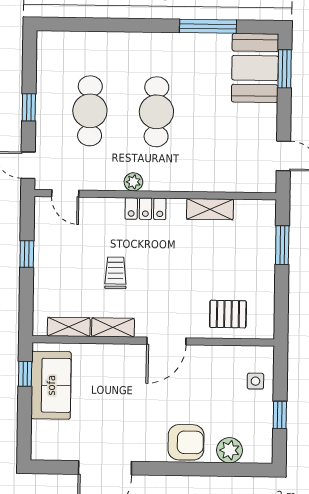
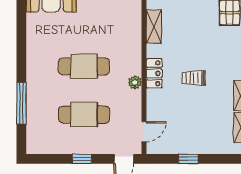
window: (208, 26) -> (21, 103), moved
trolley: (116, 273) -> (194, 78), moved

